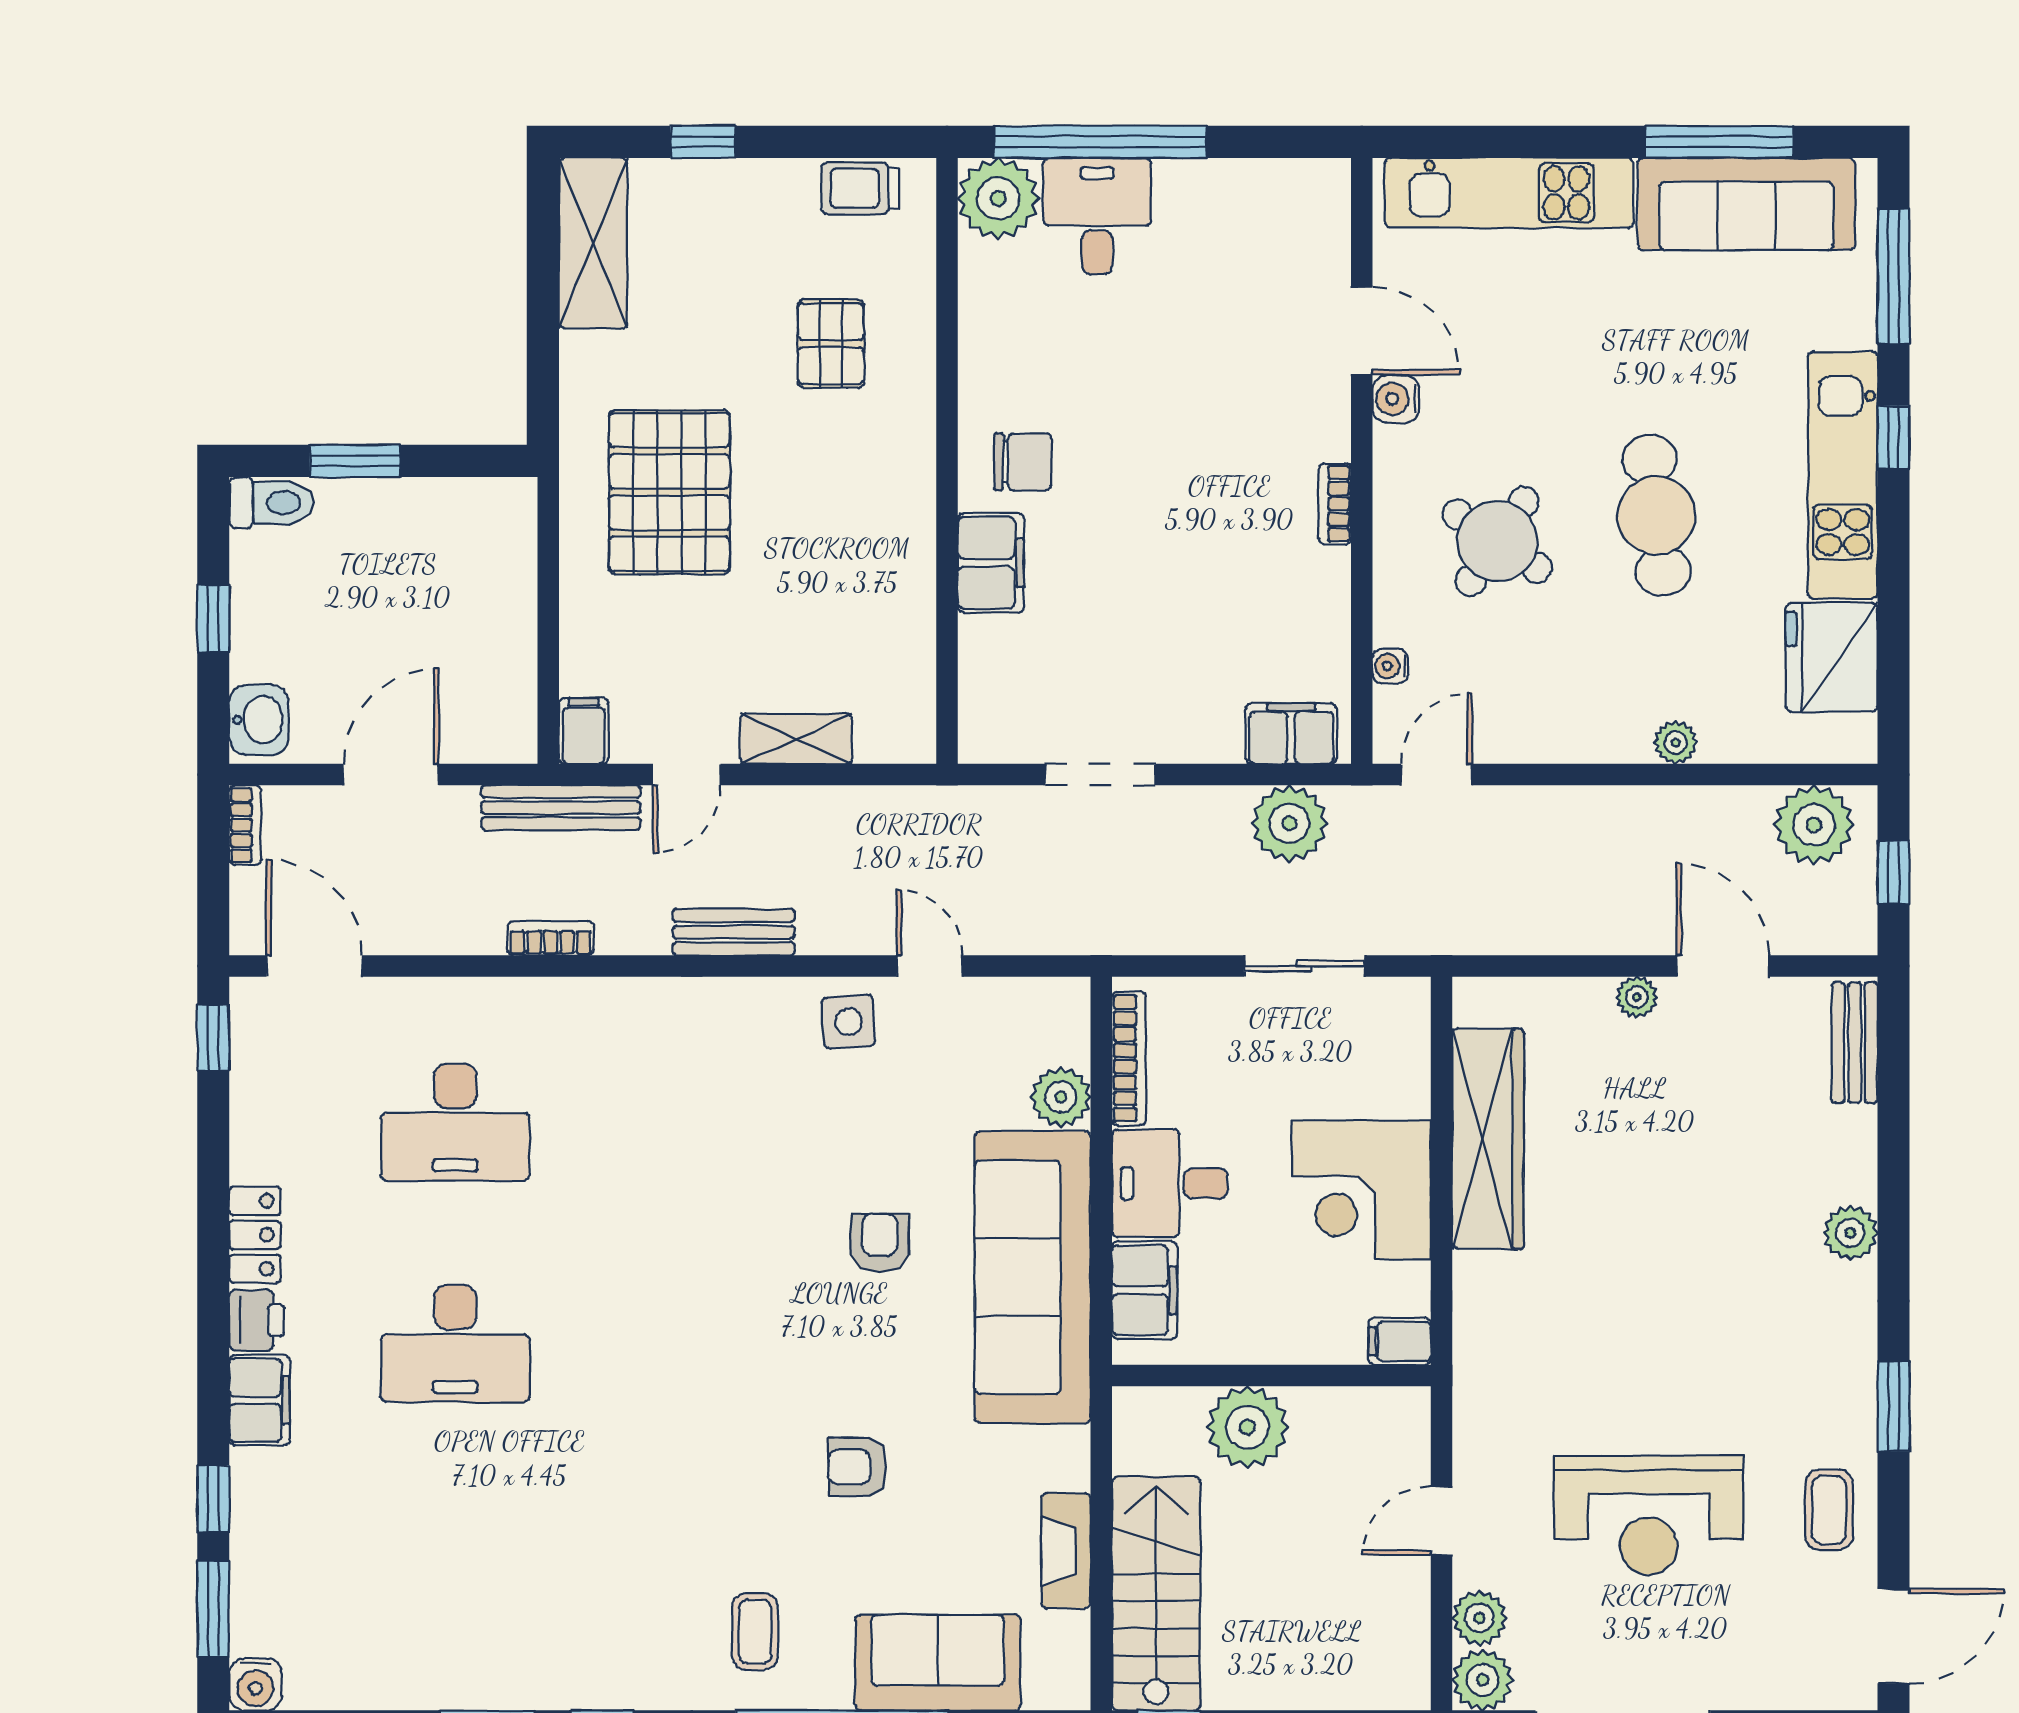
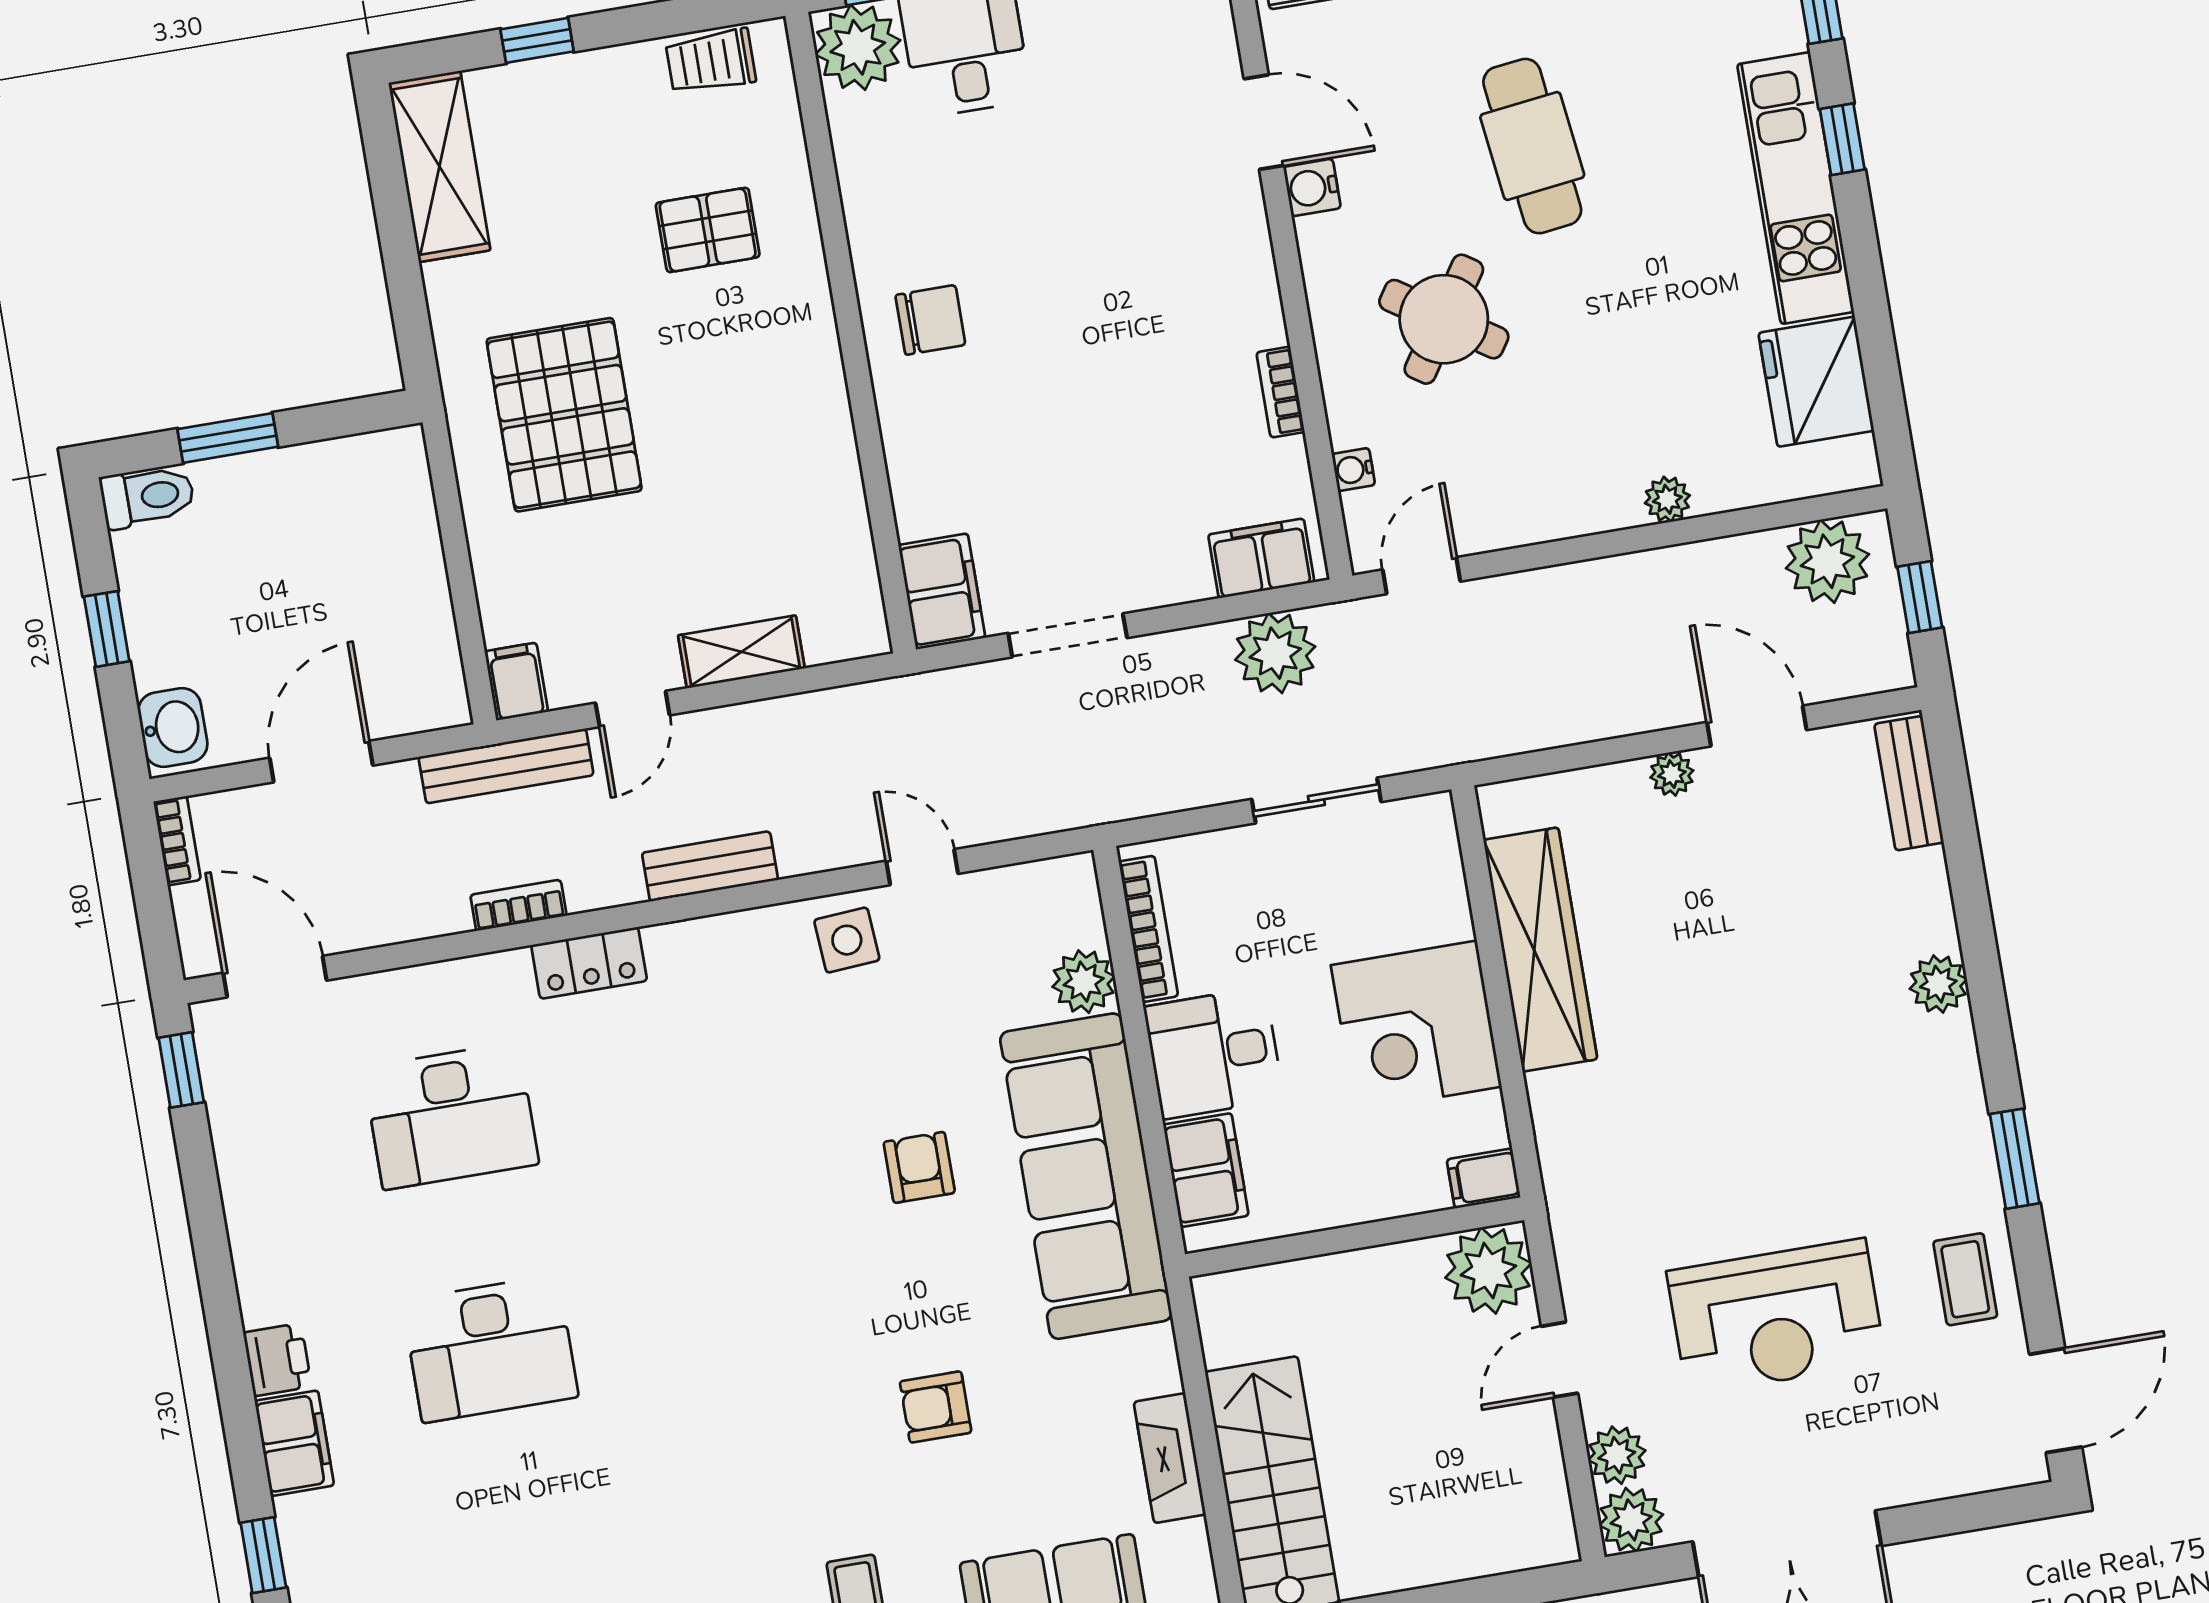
pallet: (831, 344) -> (708, 230), turned 90
bookcase: (1335, 504) -> (1280, 392), moved
cafe table: (1656, 515) -> (1532, 146), moved
filing cabinet: (991, 563) -> (942, 591), moved
locker: (255, 1235) -> (589, 963), moved, turned 90
plant: (1247, 1427) -> (1488, 1270), moved

